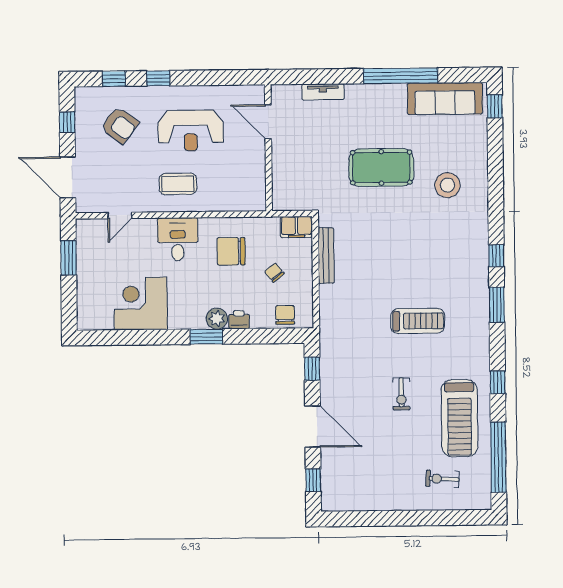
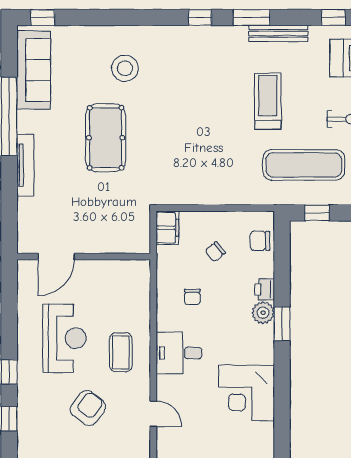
tv unit: (323, 92) -> (25, 165), moved, width x1.41
armchair: (120, 125) -> (88, 408), moved
chair: (231, 251) -> (192, 297), width x0.54, depth x0.54
bench: (326, 256) -> (278, 33), moved
exercise mat: (358, 356) -> (304, 165), added

